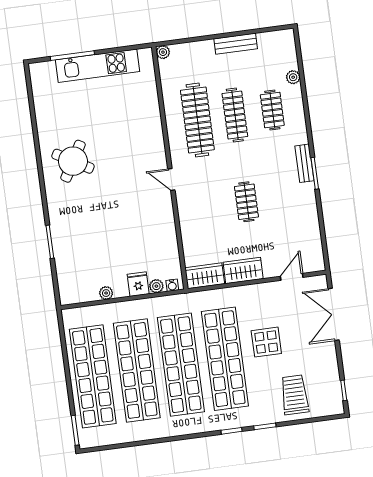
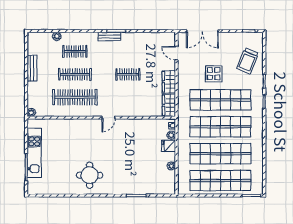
round table: (73, 161) -> (90, 175), turned -30
trolley: (295, 395) -> (248, 61), turned -68

